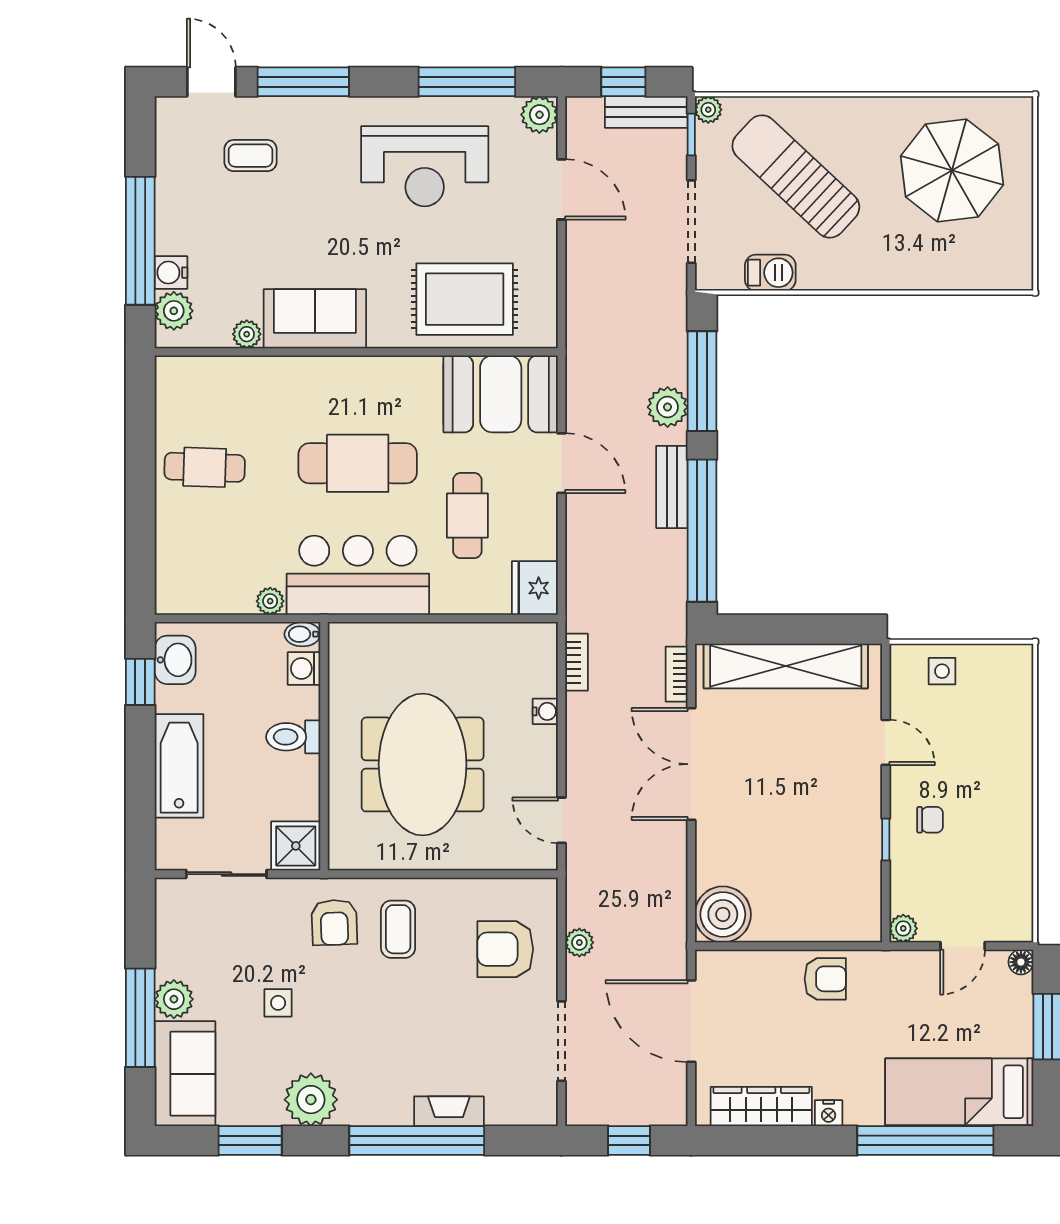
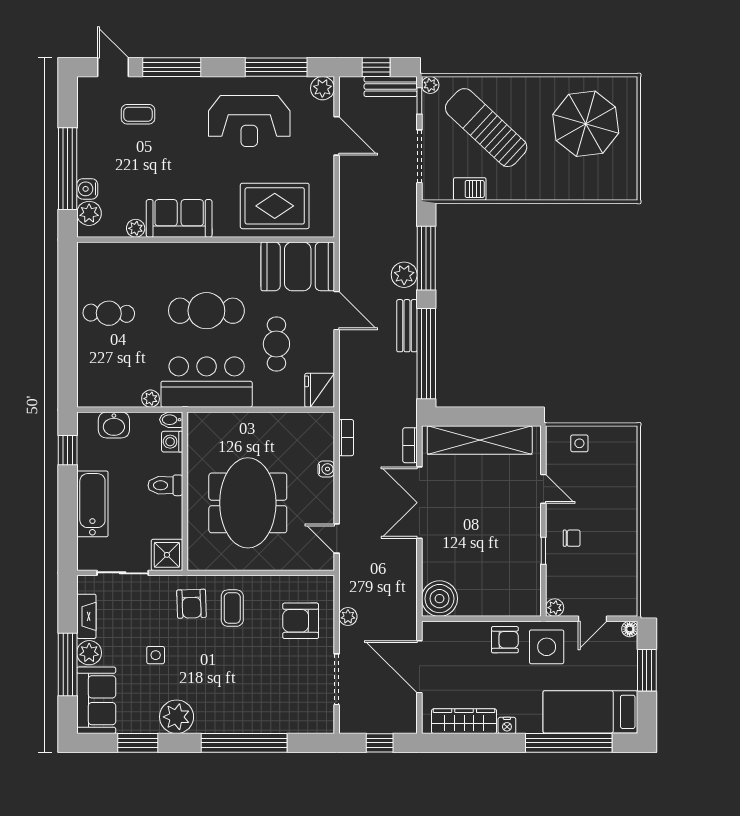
washbasin: (175, 660) -> (114, 425), moved, turned 90
side table: (891, 990) -> (547, 647), added
fireplace: (449, 1111) -> (86, 616), moved, turned 90

